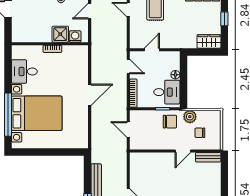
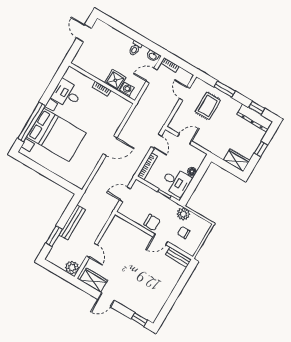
chair: (170, 122) -> (152, 222), moved
door: (128, 130) -> (125, 194), hinge flipped

